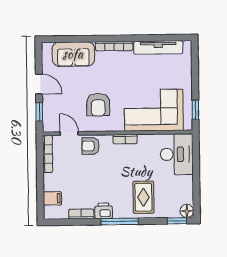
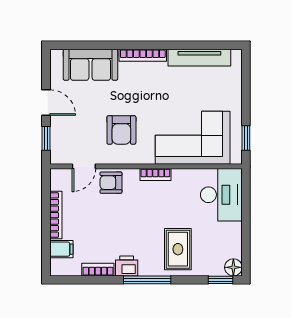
door: (69, 134) -> (84, 166), swing flipped
bookcase: (48, 154) -> (56, 215), moved

